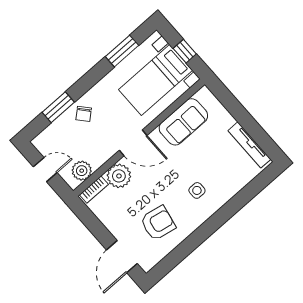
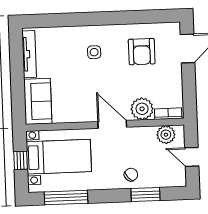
window: (122, 51) -> (66, 198), width x1.44
sofa: (183, 122) -> (38, 101), moved, turned 90
armchair: (158, 223) -> (142, 52), turned -101

